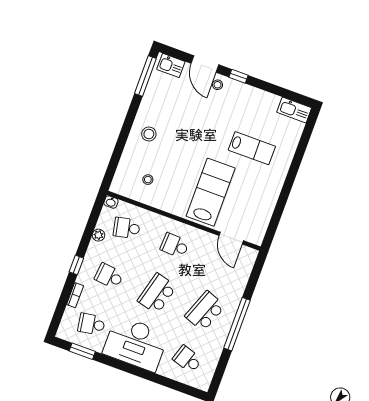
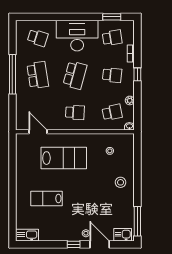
lab bench: (211, 192) -> (64, 158), turned -90
school desk: (205, 311) -> (38, 75), turned -30

